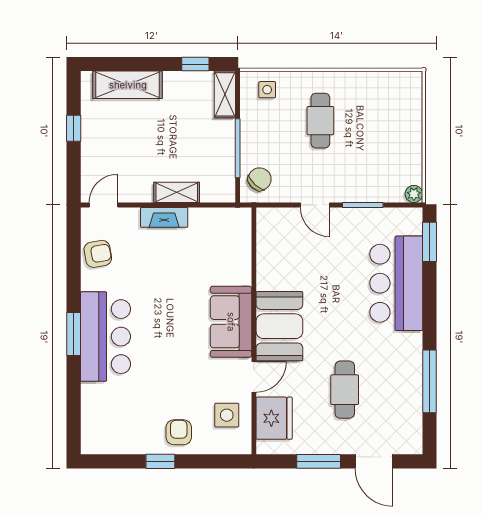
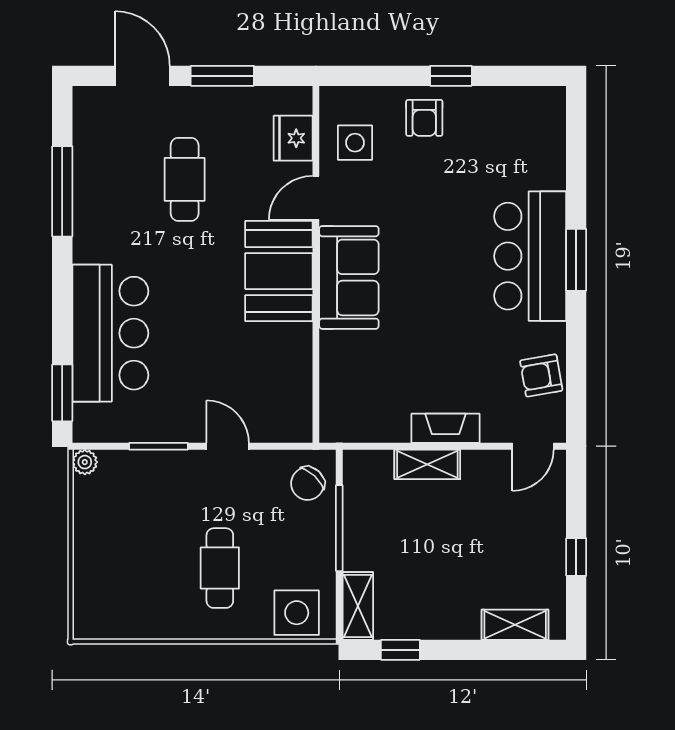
shelving: (128, 85) -> (515, 625), width x0.67, depth x0.75
side table: (267, 90) -> (297, 613), width x1.87, depth x1.87
fridge: (274, 418) -> (293, 138), width x0.73, depth x0.75

